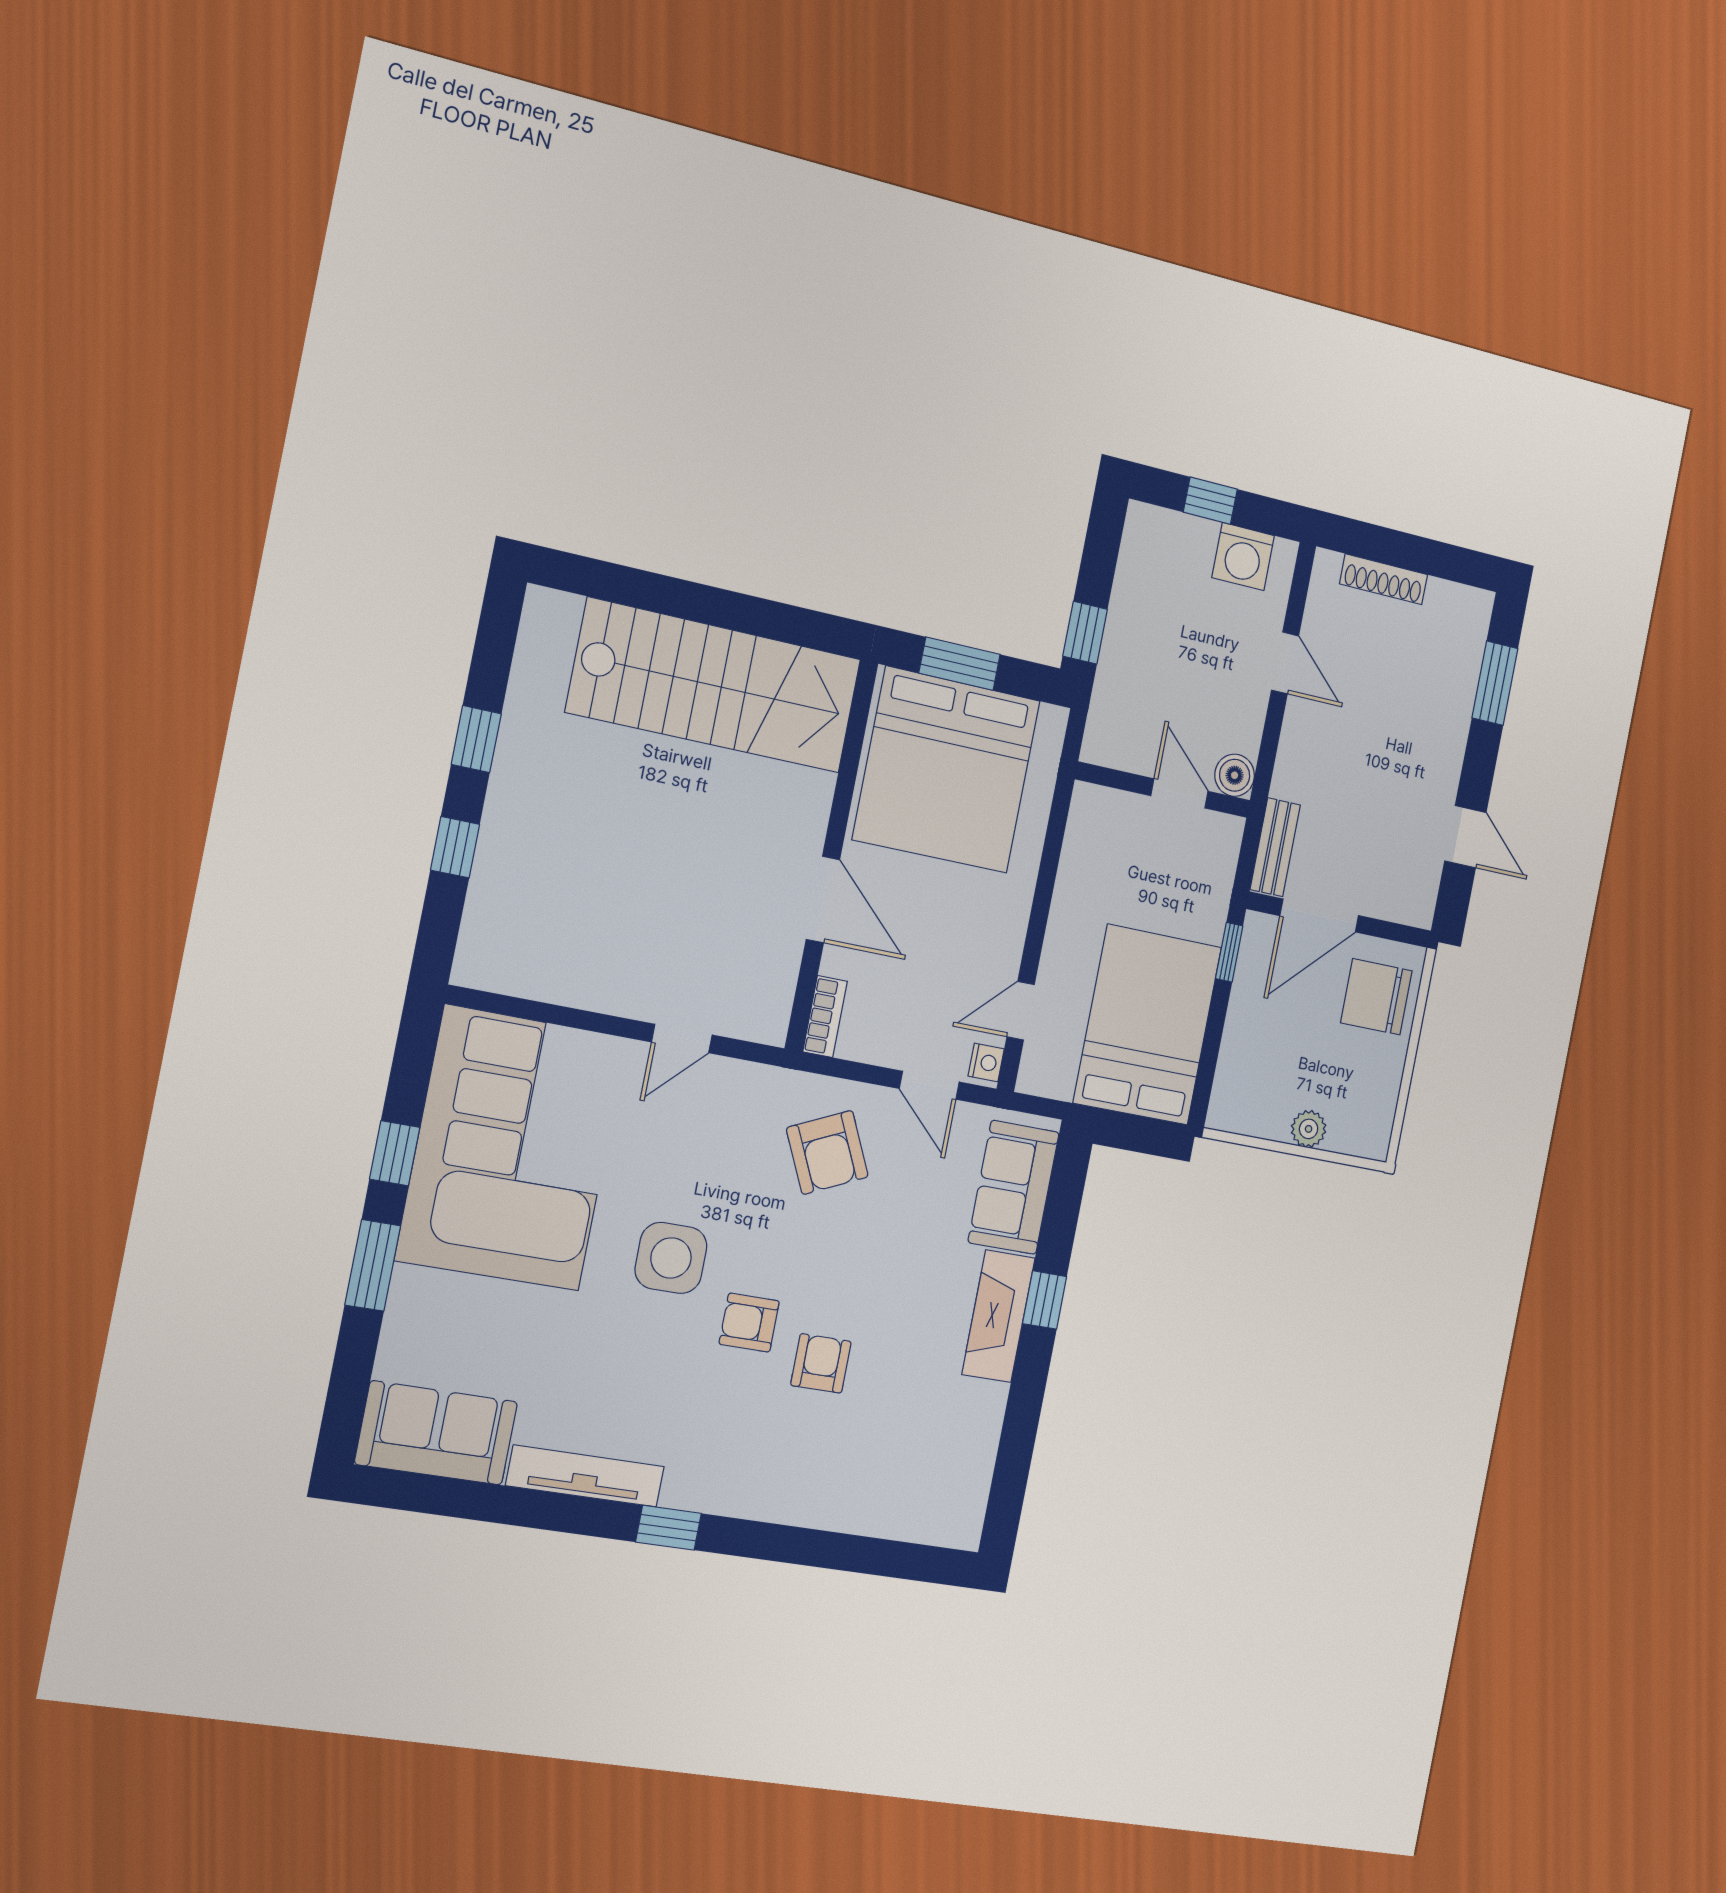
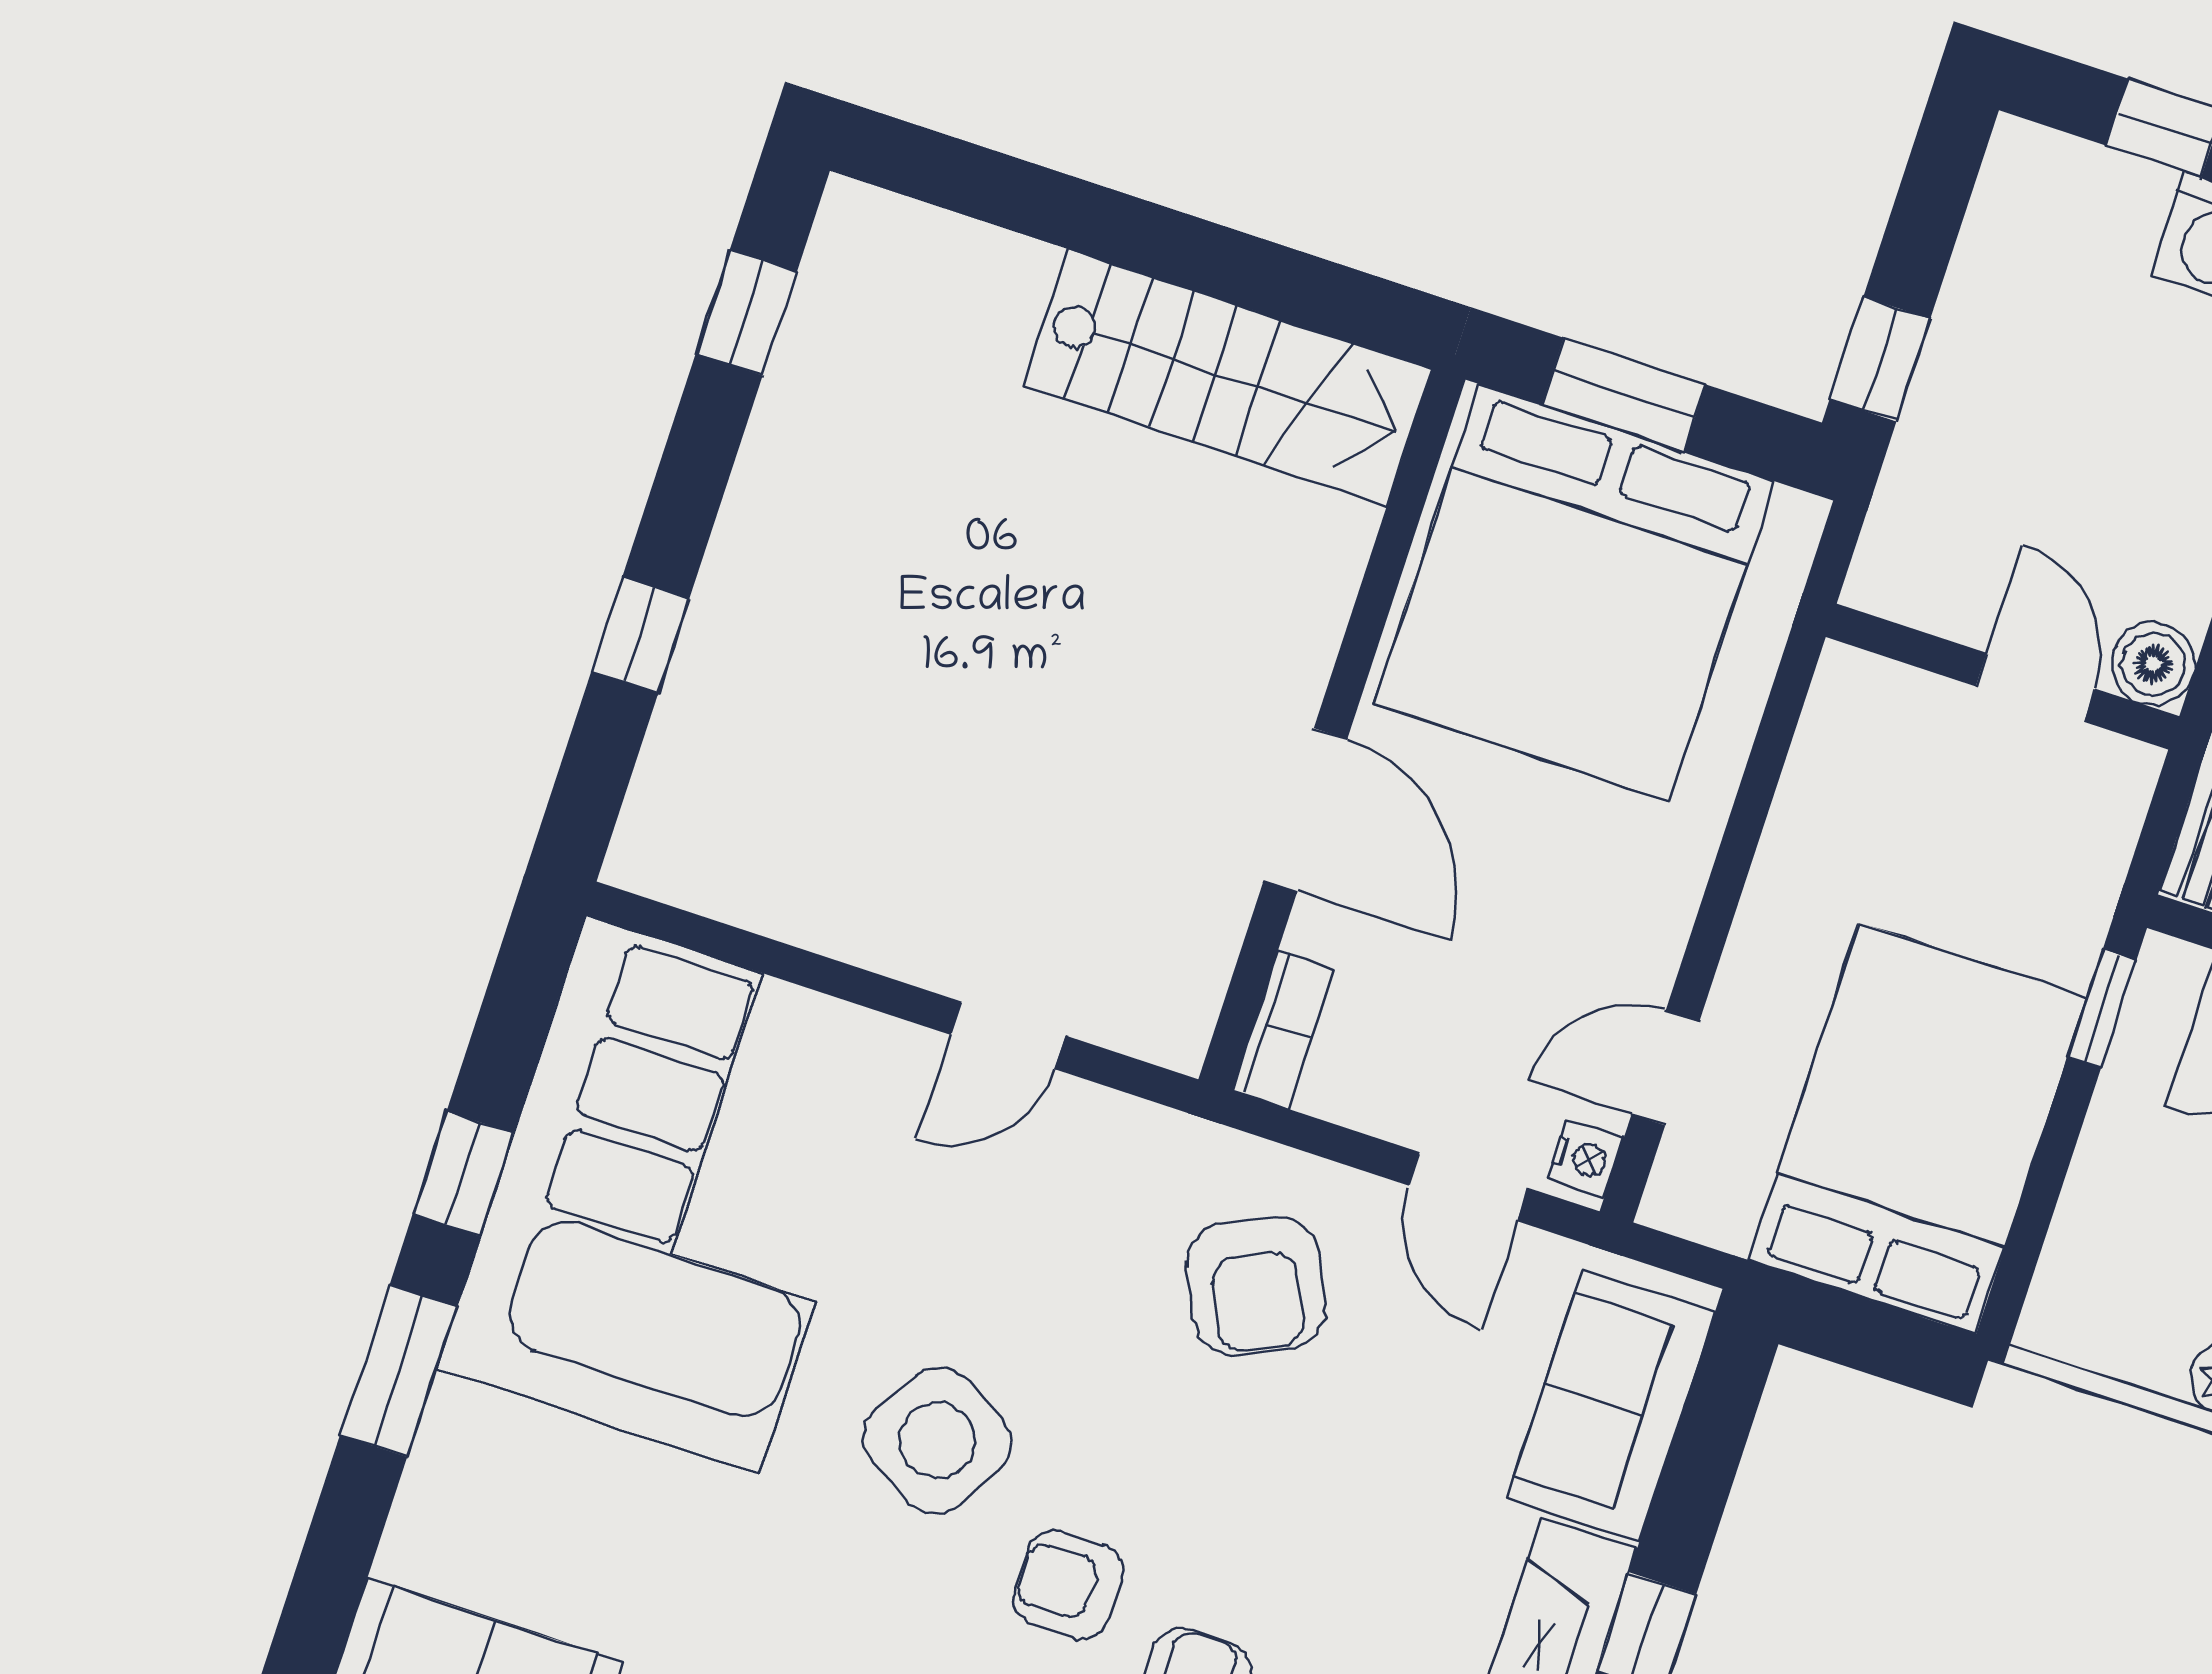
stairs: (714, 686) -> (1227, 377), width x0.73, depth x0.66
window: (476, 739) -> (746, 312), moved
side table: (671, 1258) -> (937, 1440), turned 31

